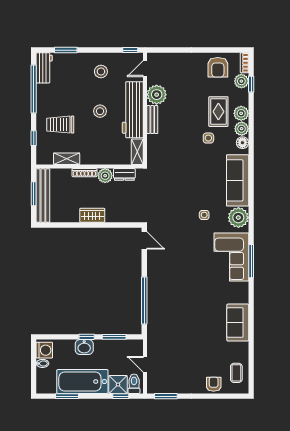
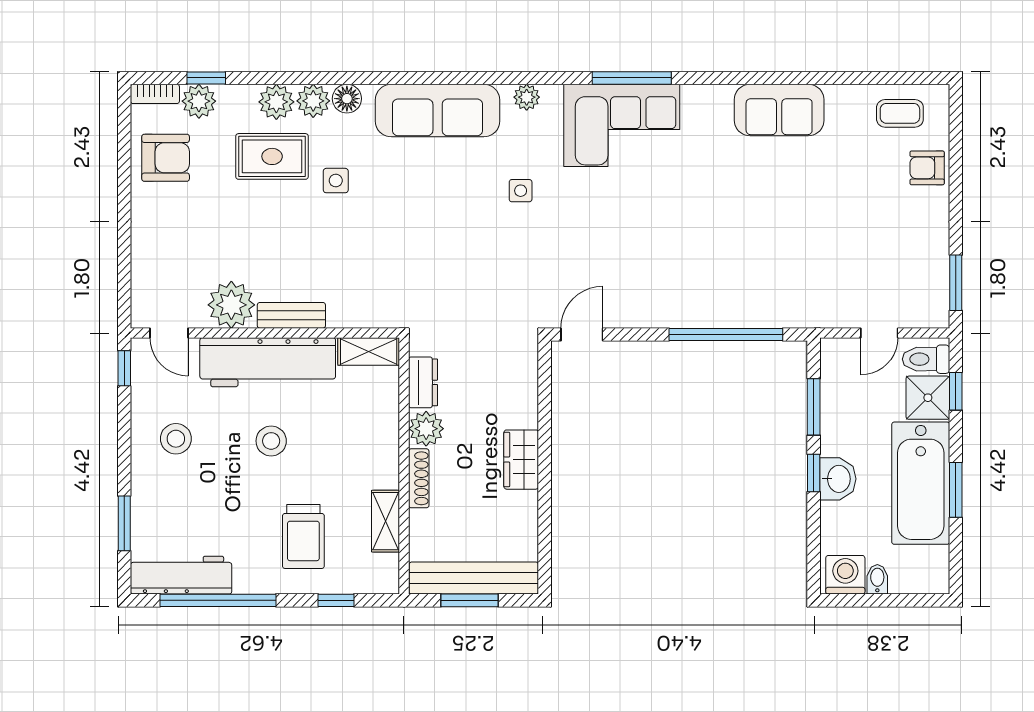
workbench: (44, 68) -> (181, 575), width x1.38
plant: (238, 218) -> (527, 97), width x0.53, depth x0.53
window: (67, 396) -> (956, 490), moved

